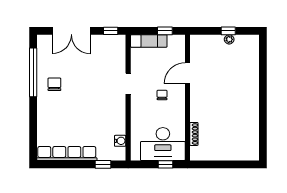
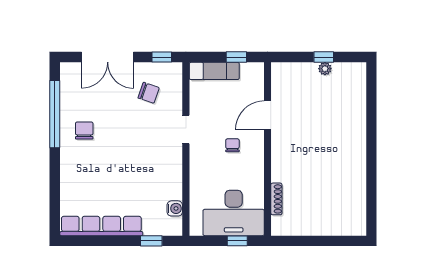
chair: (101, 57) -> (149, 93), added

